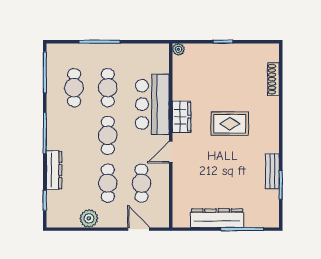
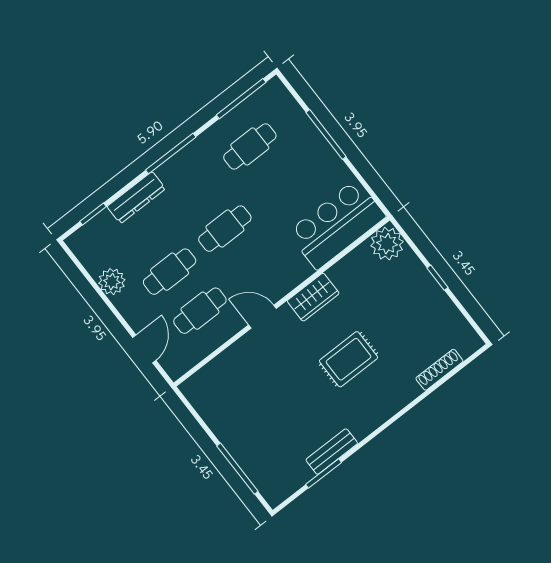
plant: (178, 49) -> (387, 244), width x1.87, depth x1.87
cafe table: (108, 88) -> (280, 185), removed
bar counter: (152, 104) -> (337, 224), moved
rug: (230, 124) -> (349, 359), turned 90
dresser: (217, 218) -> (228, 430), removed

